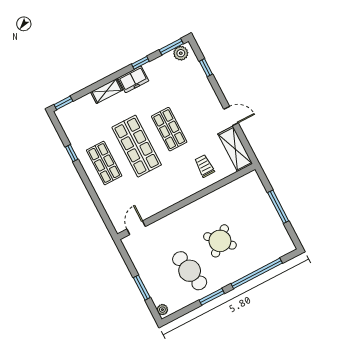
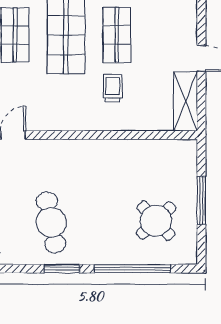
trolley: (204, 166) -> (113, 88), moved
round table: (220, 241) -> (156, 221), moved

